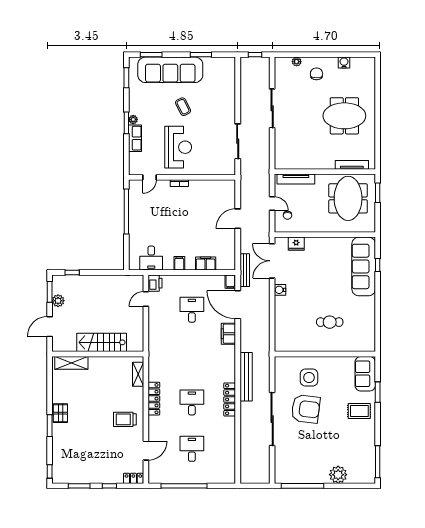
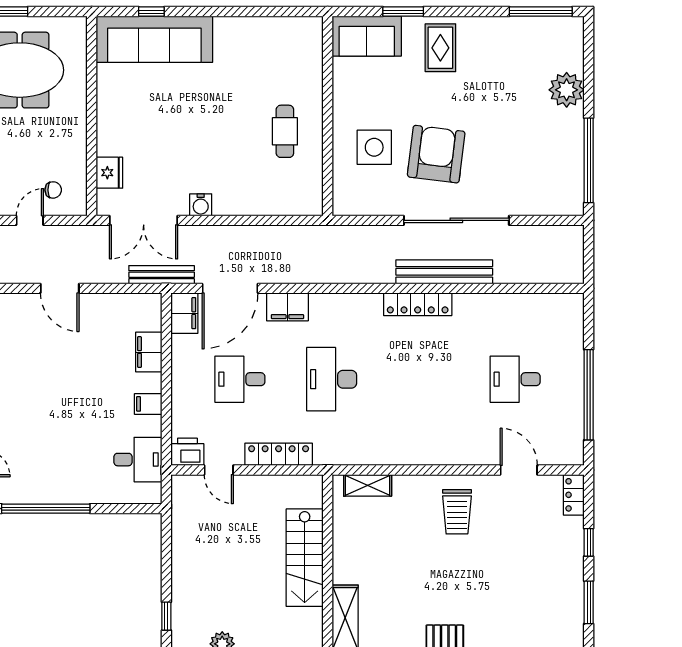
filing cabinet: (230, 282) -> (184, 313), width x2.00
cafe table: (330, 322) -> (285, 131), moved
bench: (246, 377) -> (444, 272), moved
locker: (154, 399) -> (279, 454), moved
desk: (192, 402) -> (332, 379), moved, width x1.37

